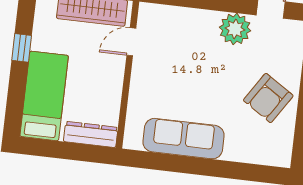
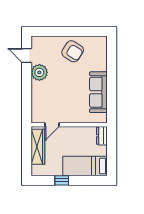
door: (131, 42) -> (52, 125), hinge flipped
dresser: (91, 134) -> (102, 136), width x0.70

